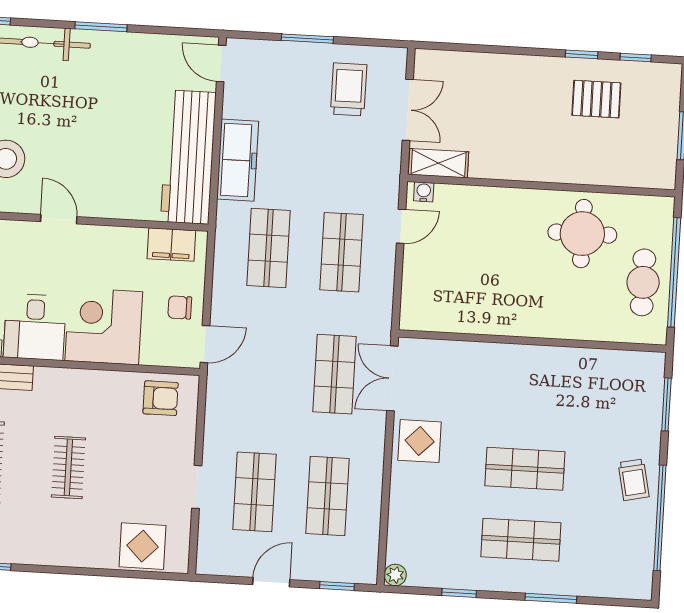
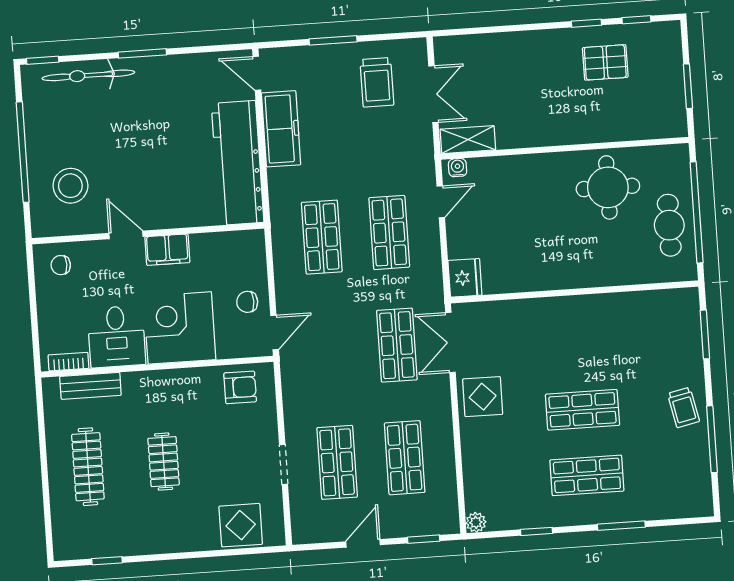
trolley: (349, 89) -> (377, 82), turned 180
freezer: (238, 160) -> (281, 129), moved
filing cabinet: (171, 245) -> (167, 250), moved
fridge: (417, 311) -> (465, 278), added
window: (660, 518) -> (712, 439), width x0.68

